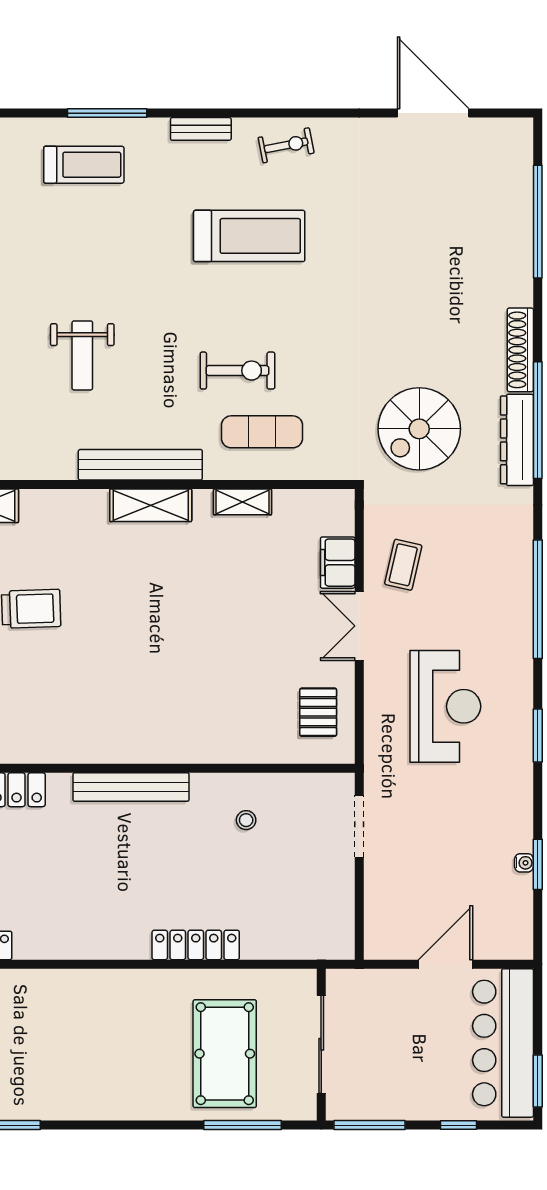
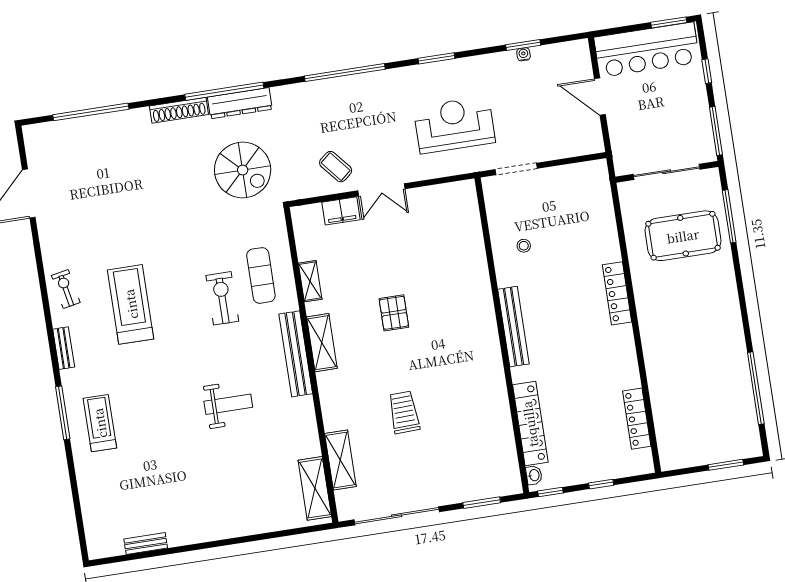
coffee table: (403, 565) -> (336, 167), turned 37
reception desk: (445, 706) -> (454, 125), moved
pallet: (318, 712) -> (394, 313), moved, turned 90
locker: (196, 945) -> (617, 293), moved

